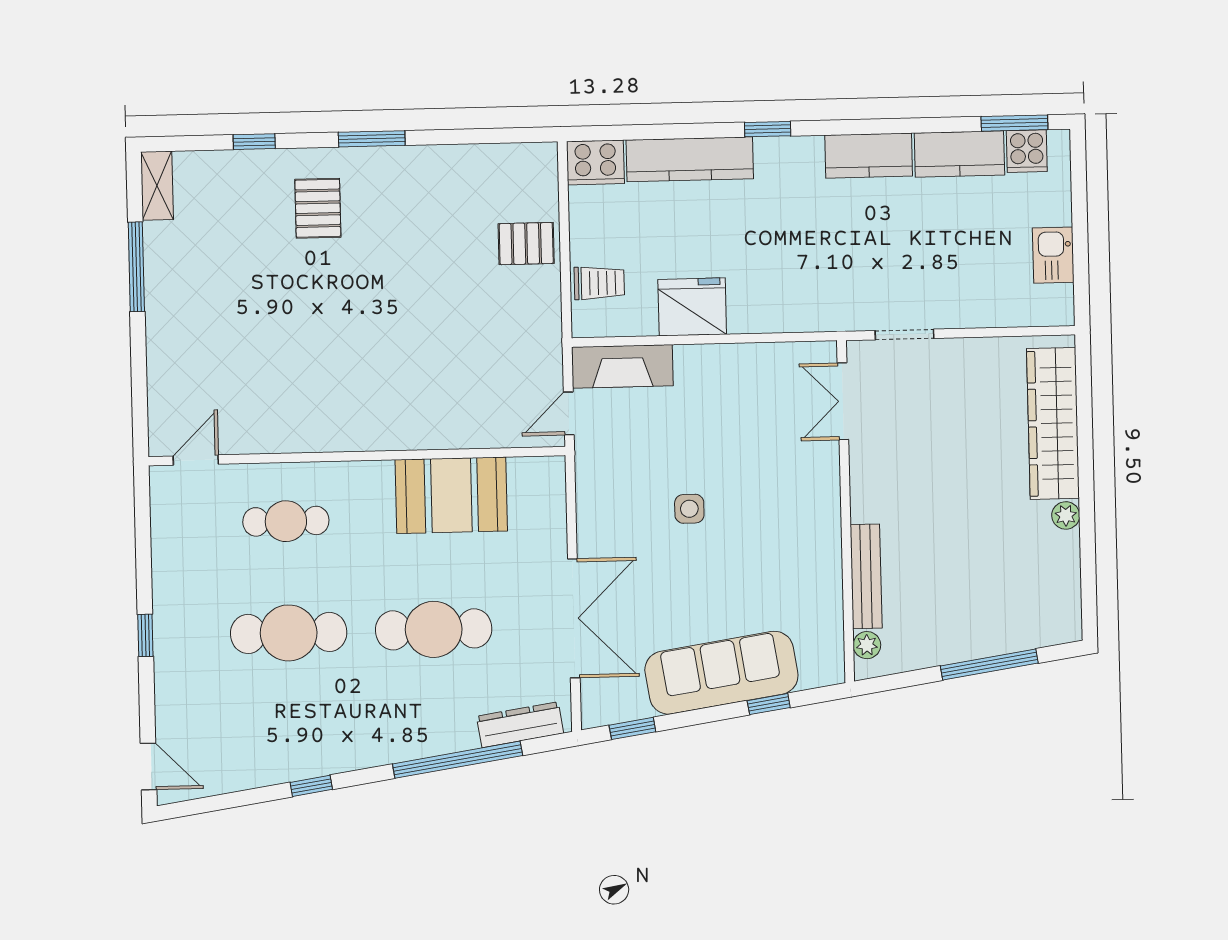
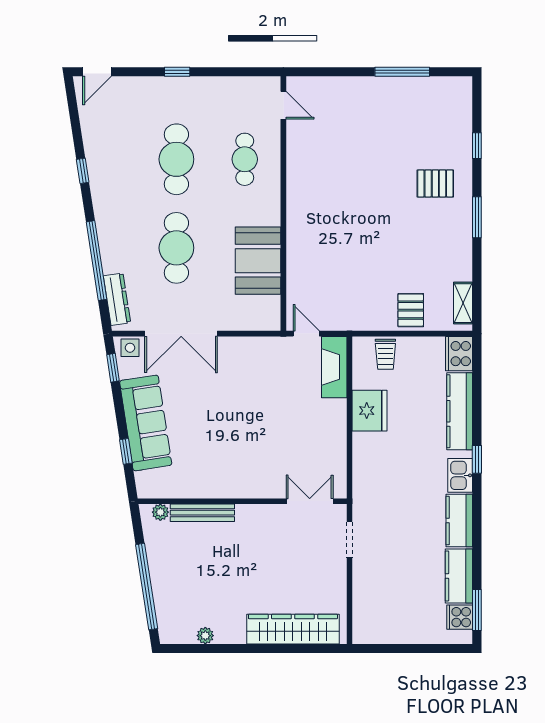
shelving: (157, 186) -> (463, 303), moved, turned 90
kitchen sink: (1053, 255) -> (460, 475), moved, turned -90
side table: (689, 509) -> (130, 348), moved
plant: (1066, 515) -> (205, 636), moved
window: (989, 665) -> (147, 587), width x1.46

